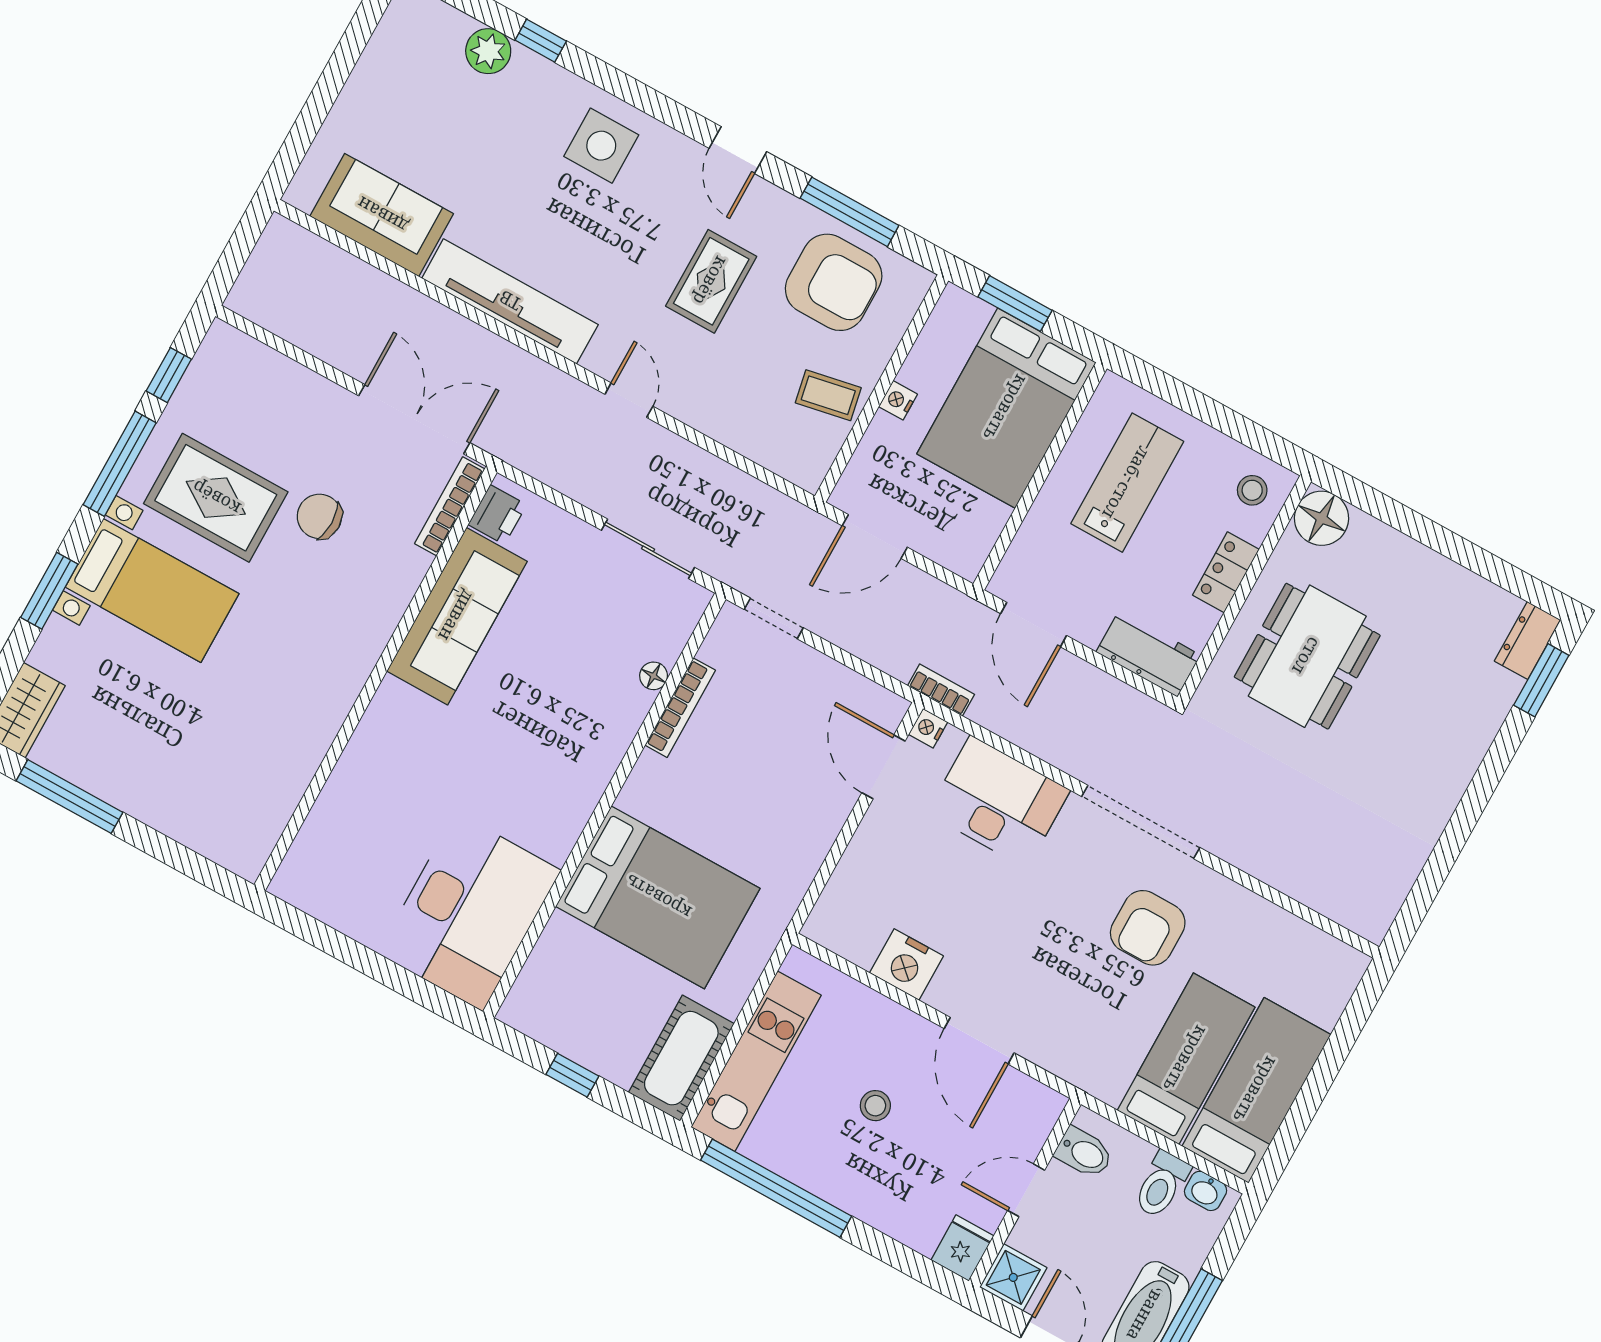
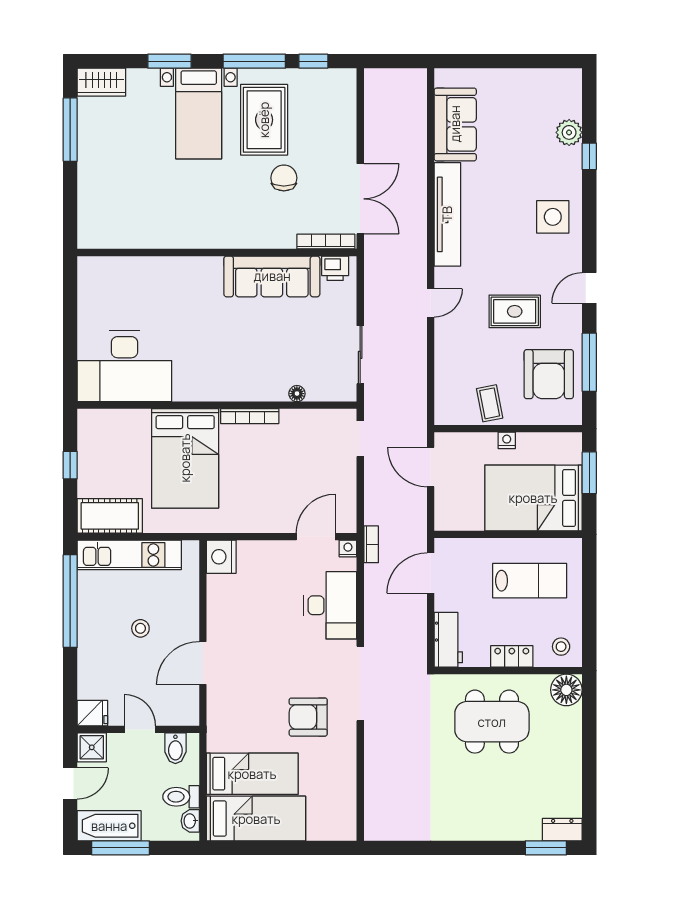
bookcase: (680, 708) -> (250, 416), moved
nightstand: (906, 964) -> (221, 557), moved

